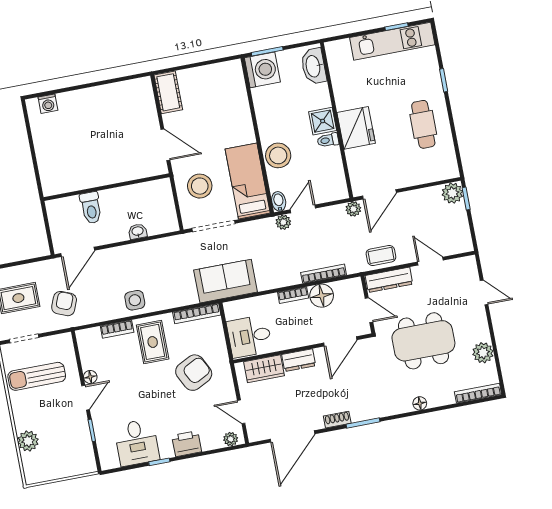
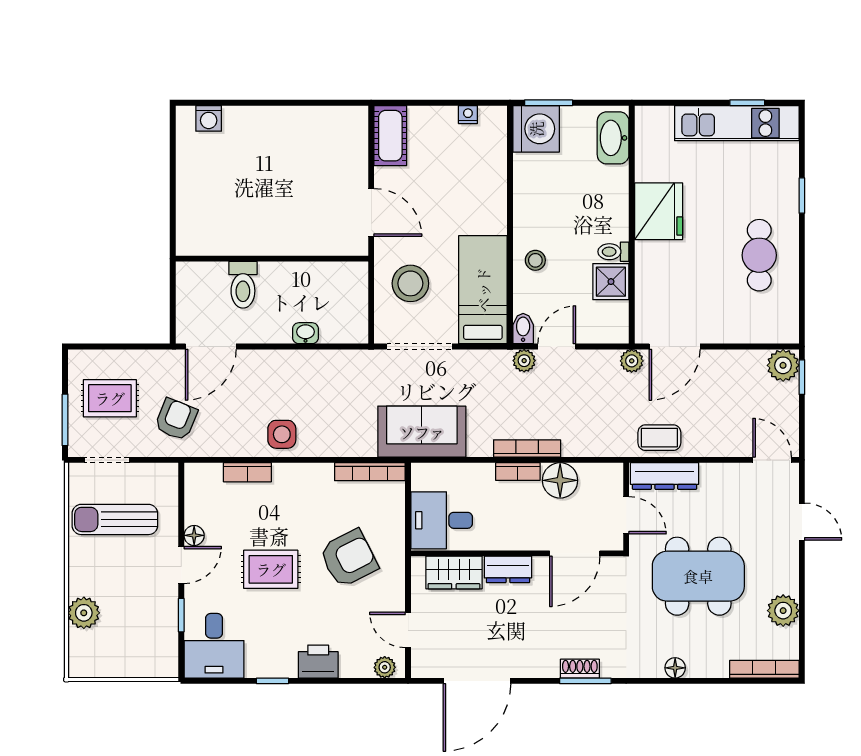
nightstand: (216, 69) -> (468, 115), added
shower: (323, 121) -> (611, 282), moved
fridge: (356, 128) -> (659, 211), moved
stool: (278, 155) -> (535, 260), width x0.53, depth x0.53
door: (430, 261) -> (772, 460), moved
bookcase: (324, 274) -> (527, 448), moved
rug: (153, 342) -> (271, 569), moved, turned 90
shoe rack: (337, 420) -> (580, 669), moved
desk: (137, 442) -> (214, 646), moved

